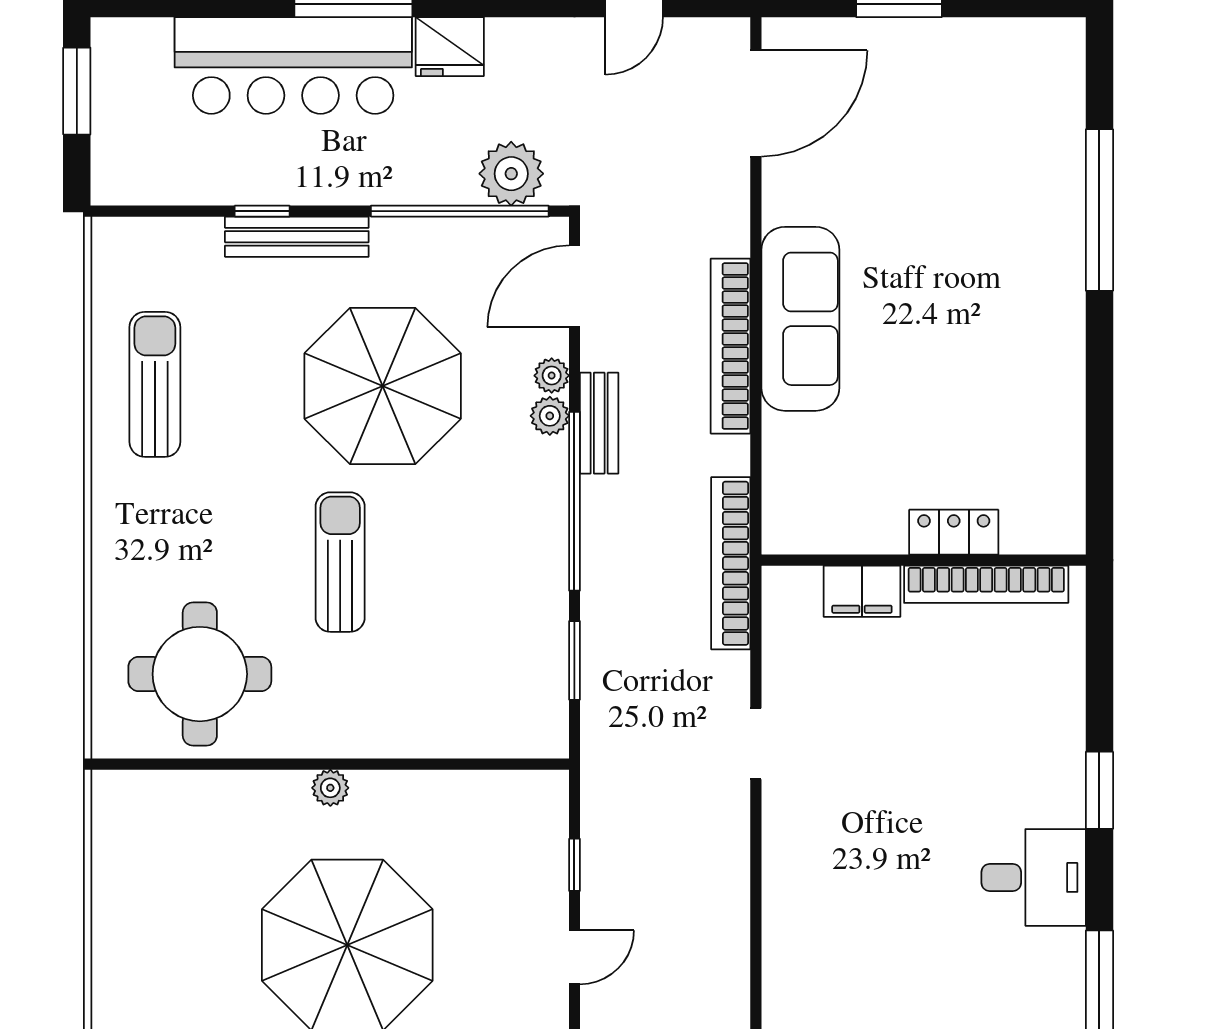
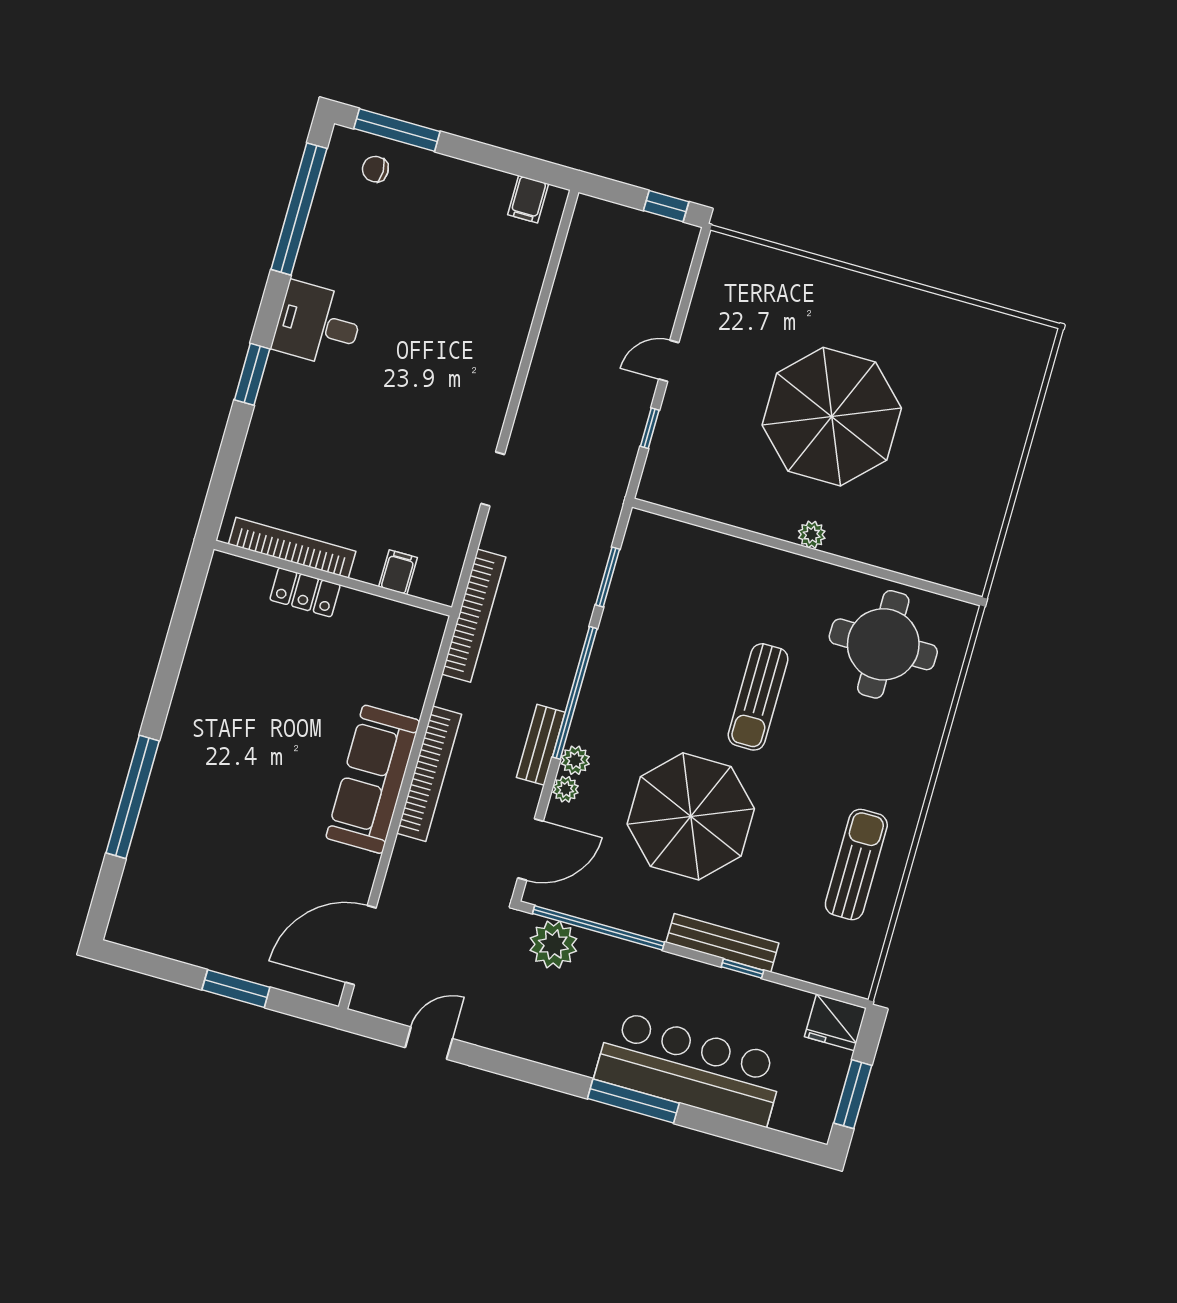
fridge: (450, 47) -> (835, 1022), moved, turned 180
sun lounger: (155, 384) -> (856, 864), turned 180
filing cabinet: (862, 591) -> (398, 572), width x0.50

